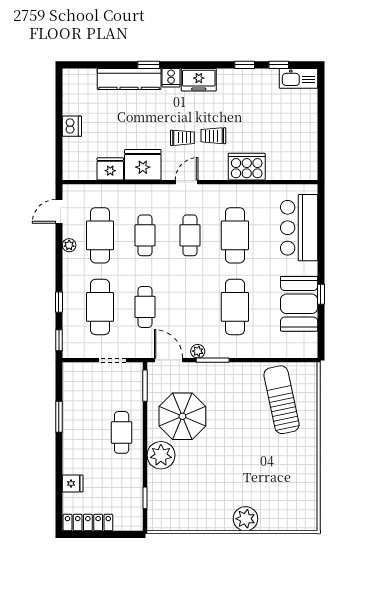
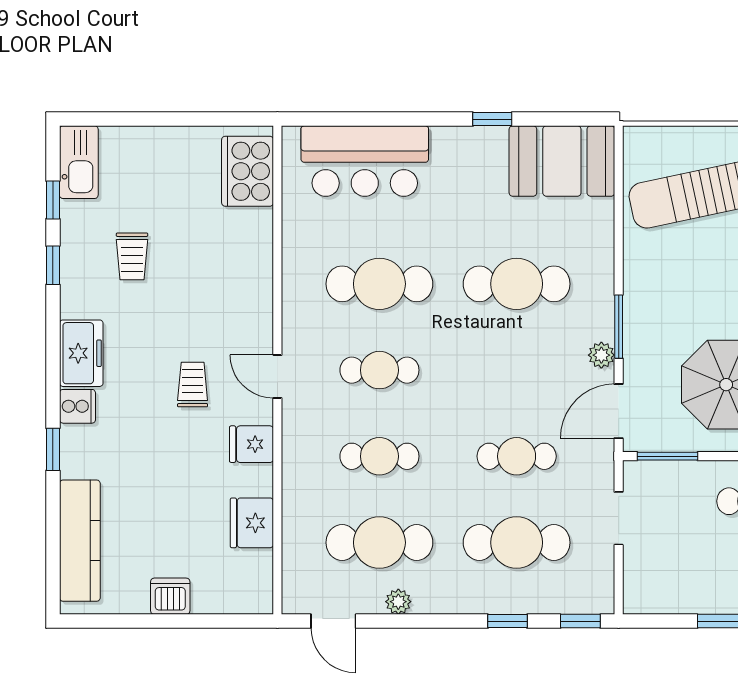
kitchen counter: (129, 79) -> (80, 541), moved
trolley: (213, 136) -> (132, 256), moved
fridge: (143, 165) -> (252, 444), width x0.53, depth x0.75
cooker: (247, 167) -> (248, 171), moved
booth: (299, 304) -> (562, 161), moved

